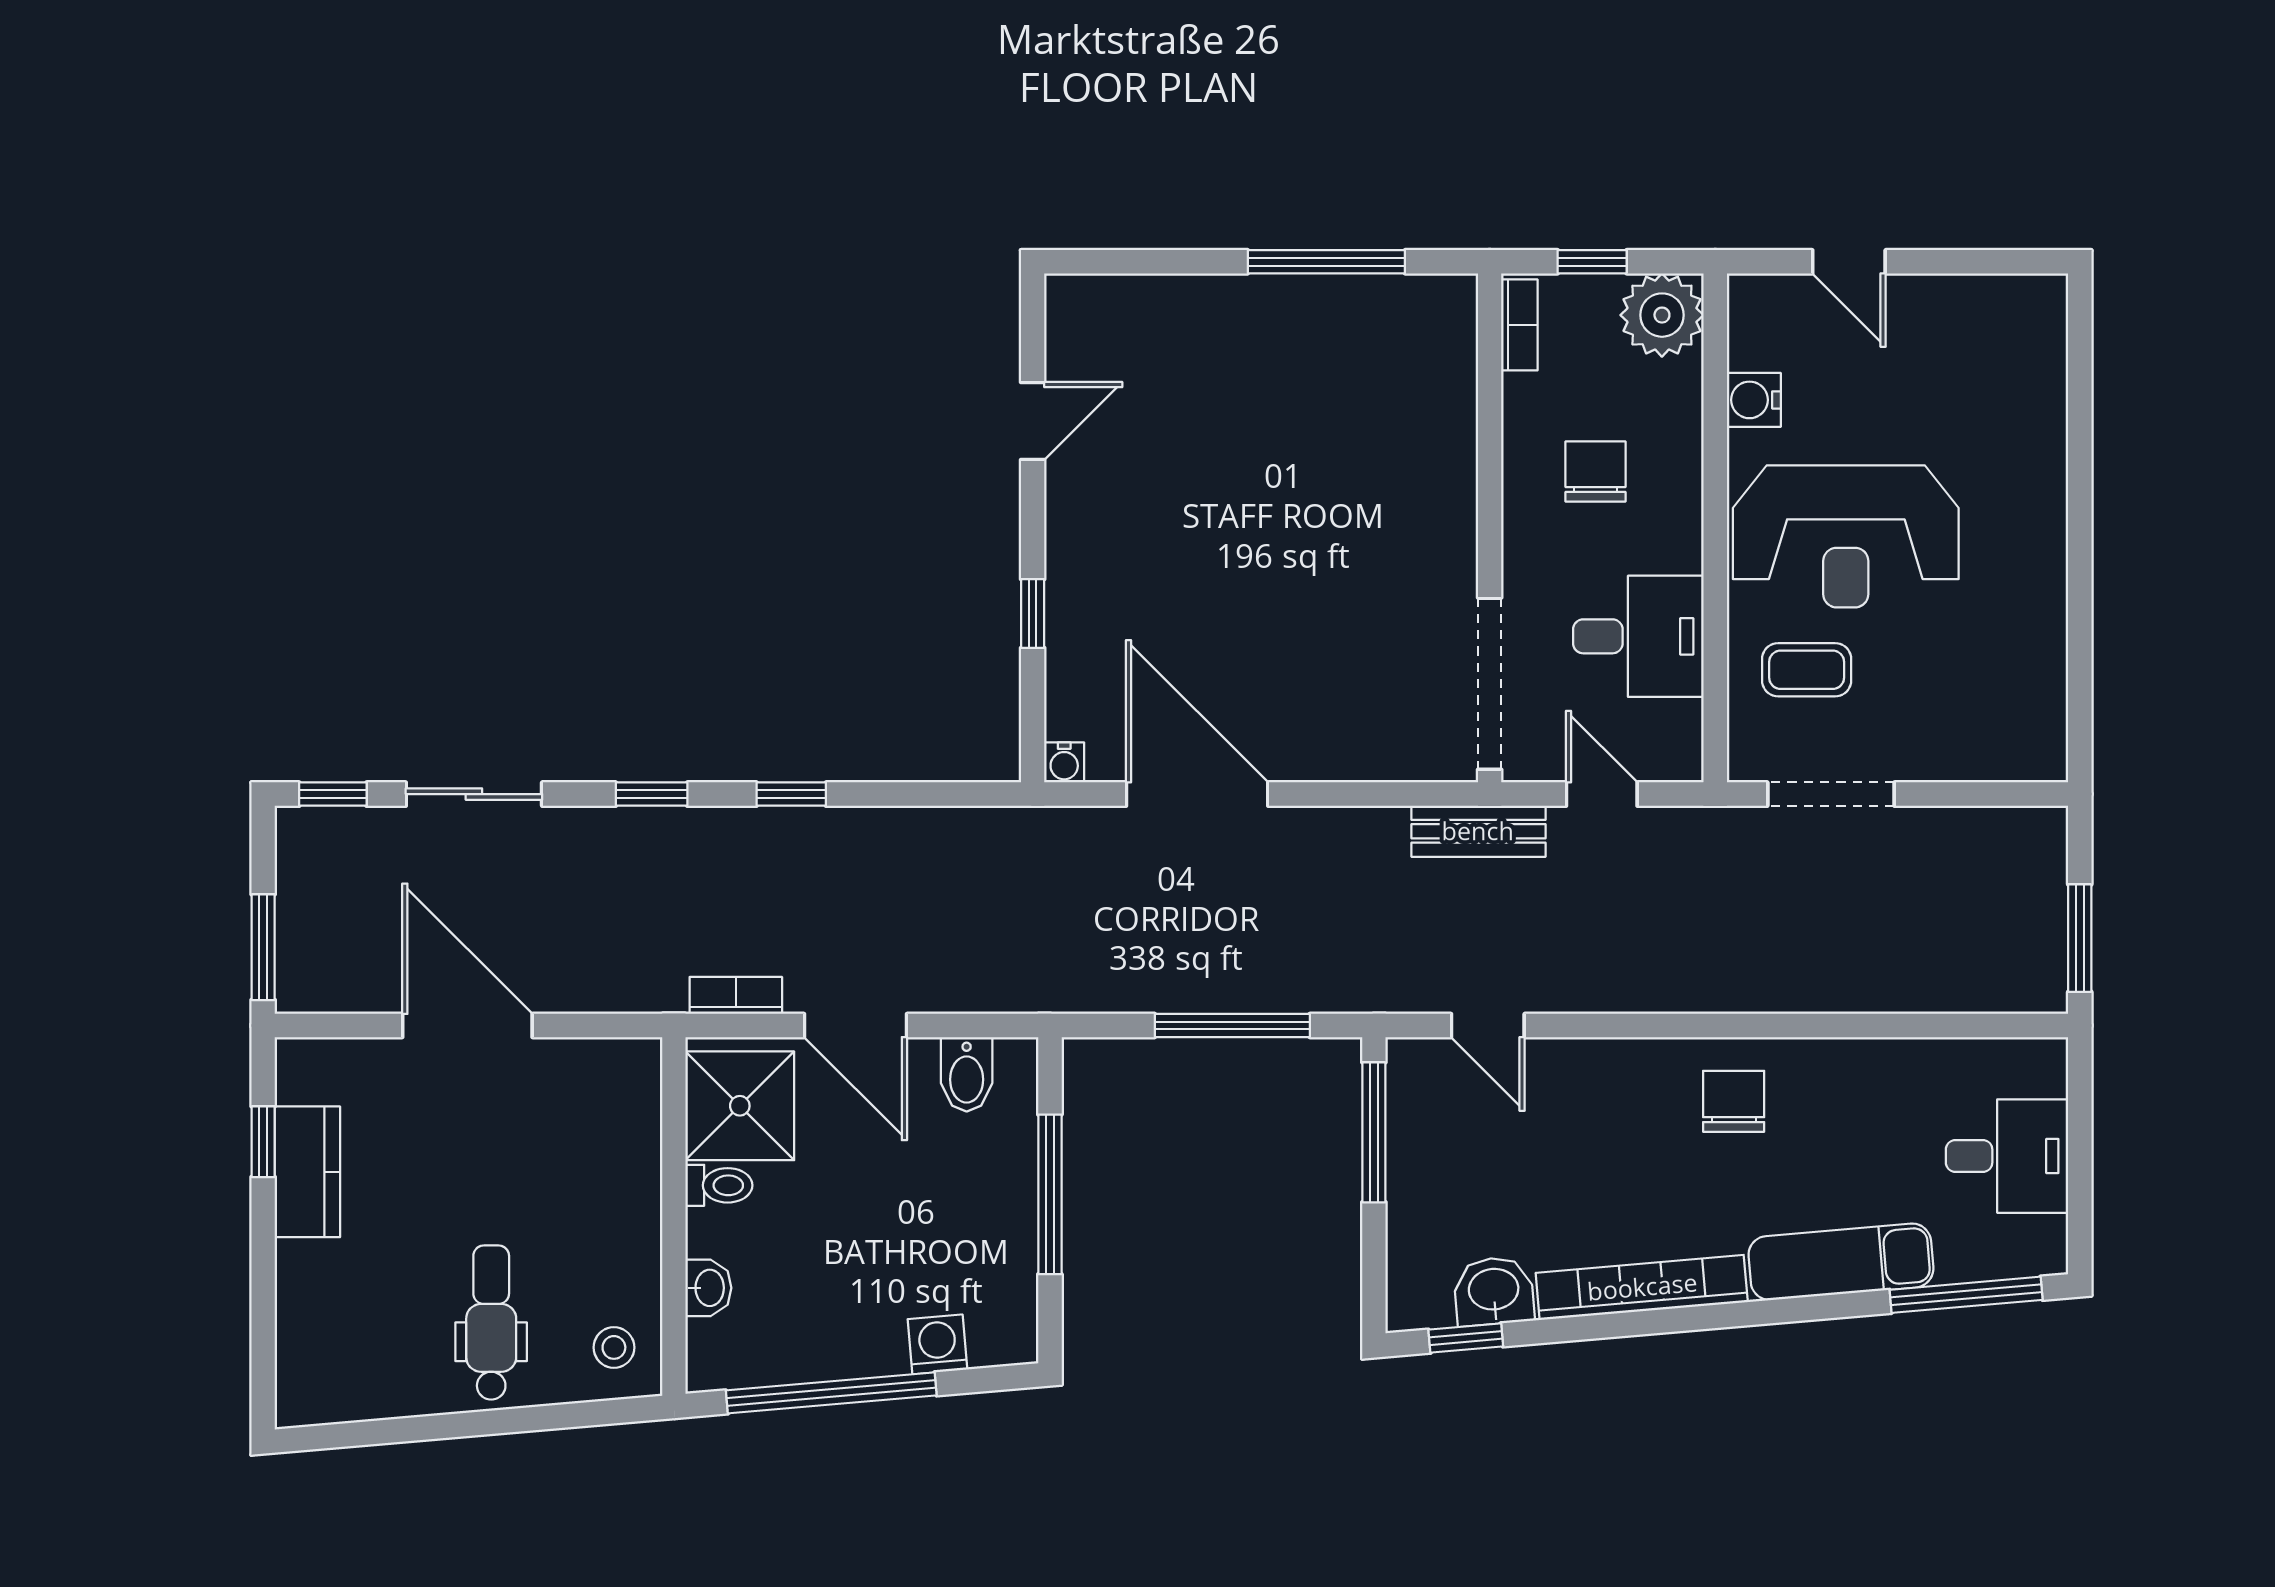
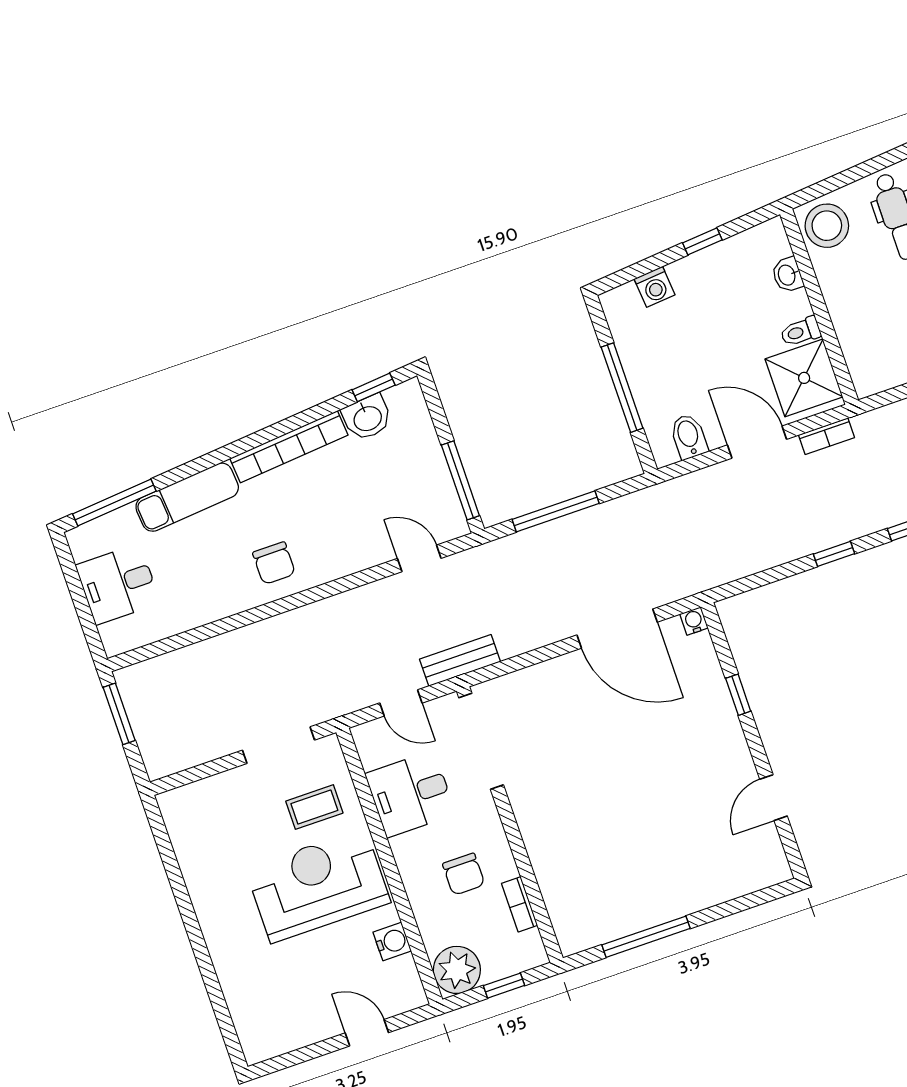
bookcase: (1519, 325) -> (520, 904), moved
stool: (614, 1347) -> (827, 226), width x1.89, depth x1.89
window: (831, 1393) -> (702, 241), width x0.32

